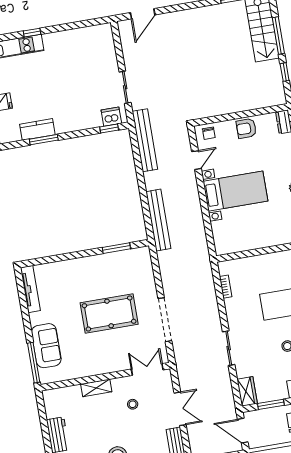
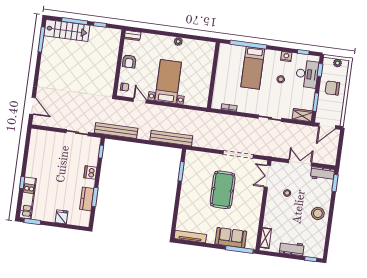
dishwasher: (111, 117) -> (90, 173), moved
shelving: (96, 388) -> (266, 238), moved

